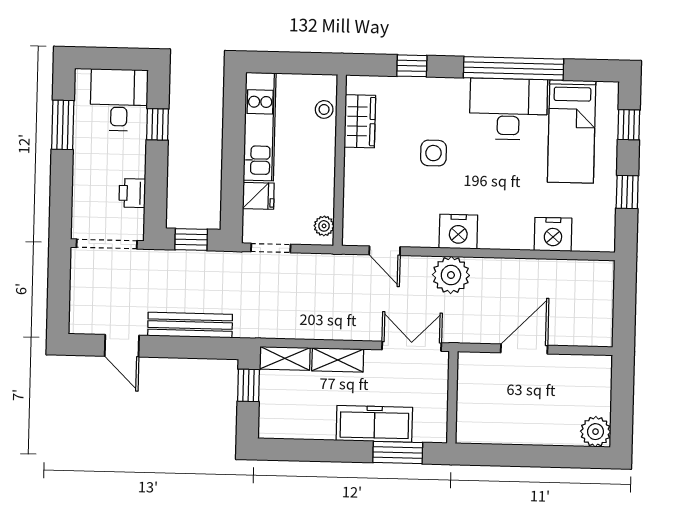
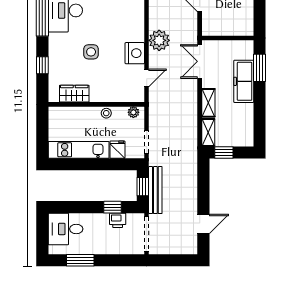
stool: (324, 109) -> (106, 113), moved
window: (158, 124) -> (113, 207), moved
nightstand: (458, 232) -> (135, 53), moved
bench: (190, 325) -> (155, 190), moved

